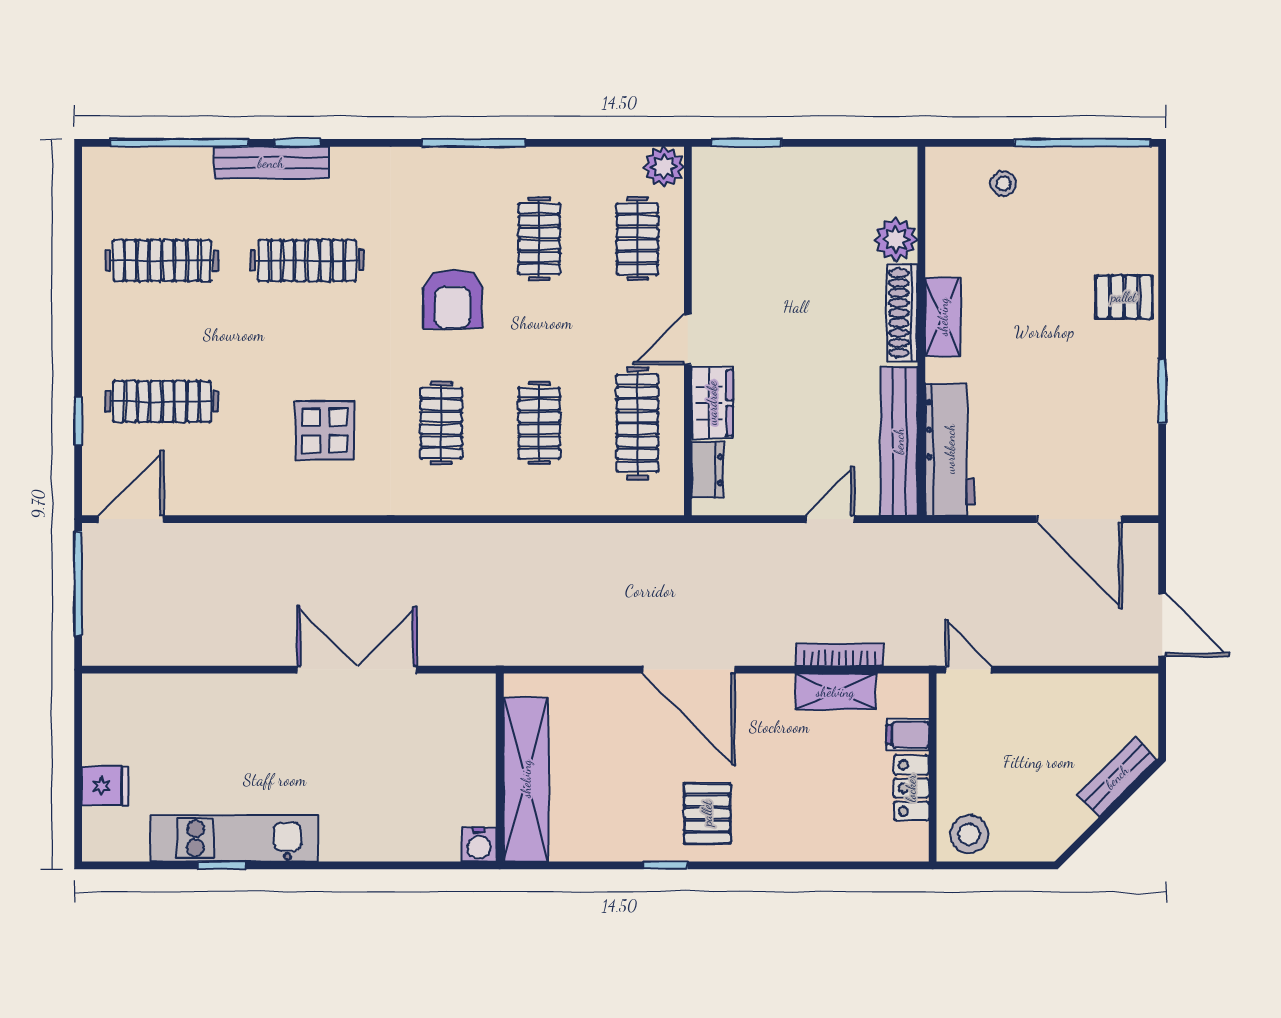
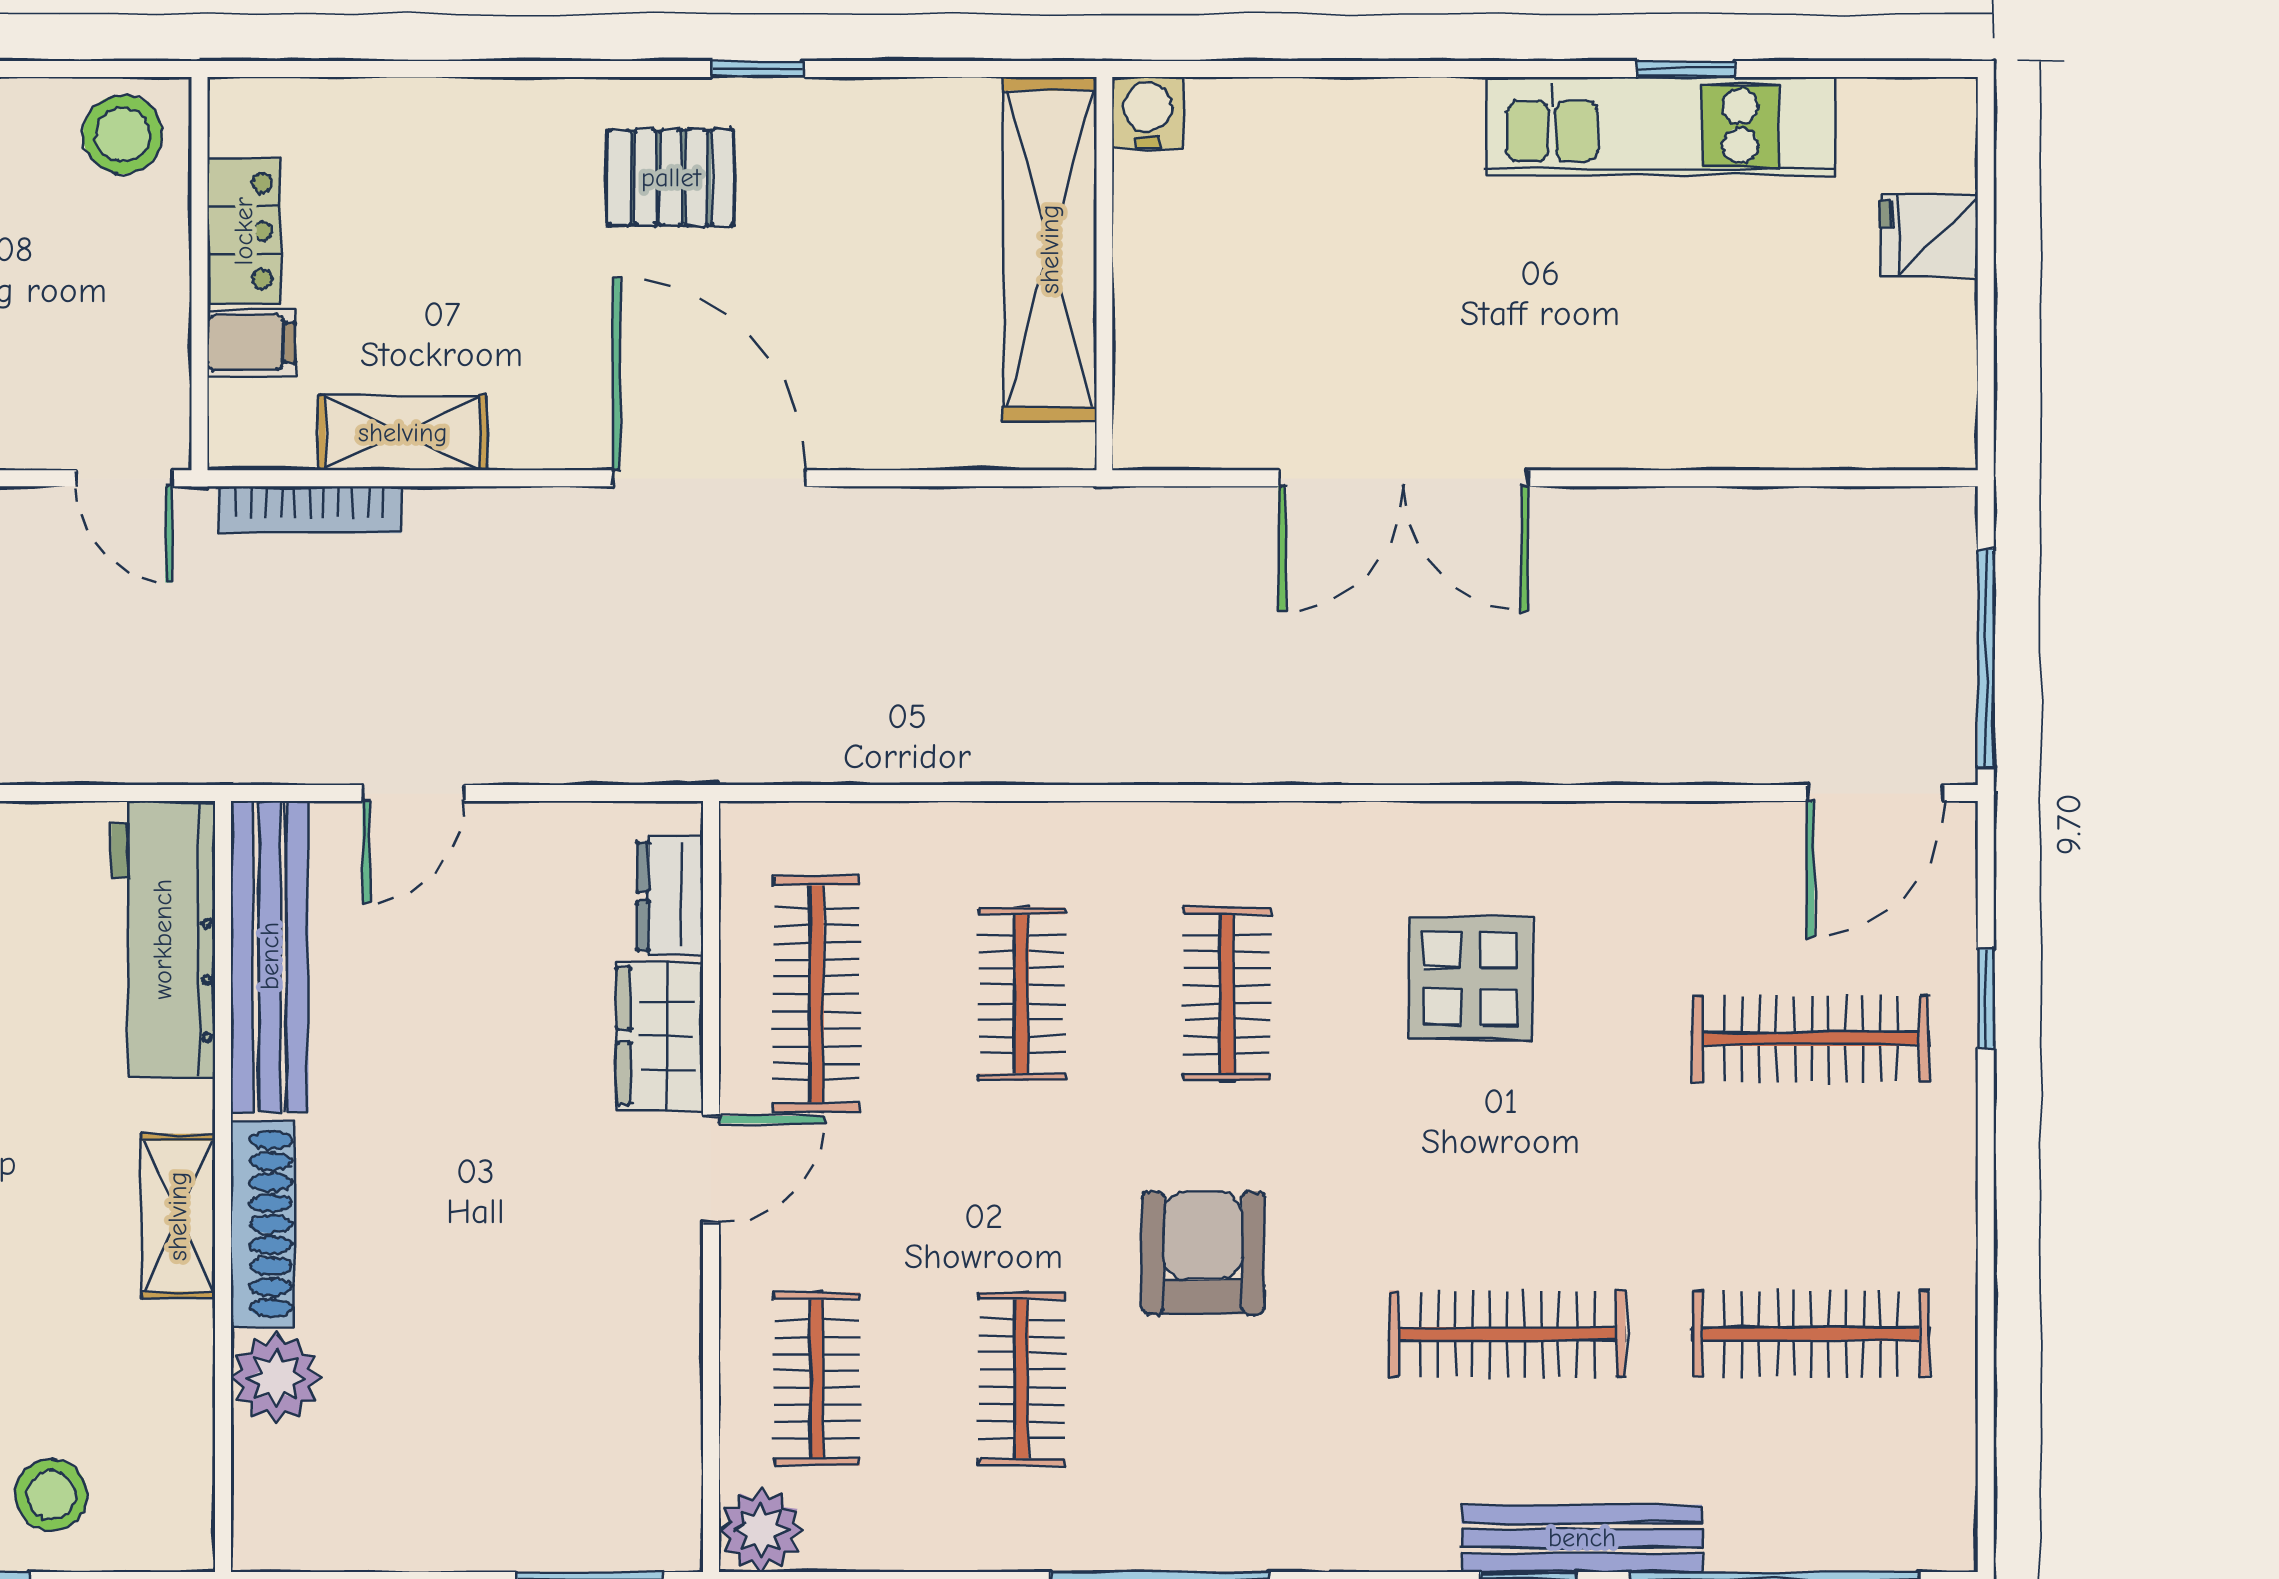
stool: (1003, 183) -> (51, 1495), width x1.37, depth x1.37
bookcase: (839, 655) -> (309, 510), moved
pallet: (707, 813) -> (671, 178), turned 90

